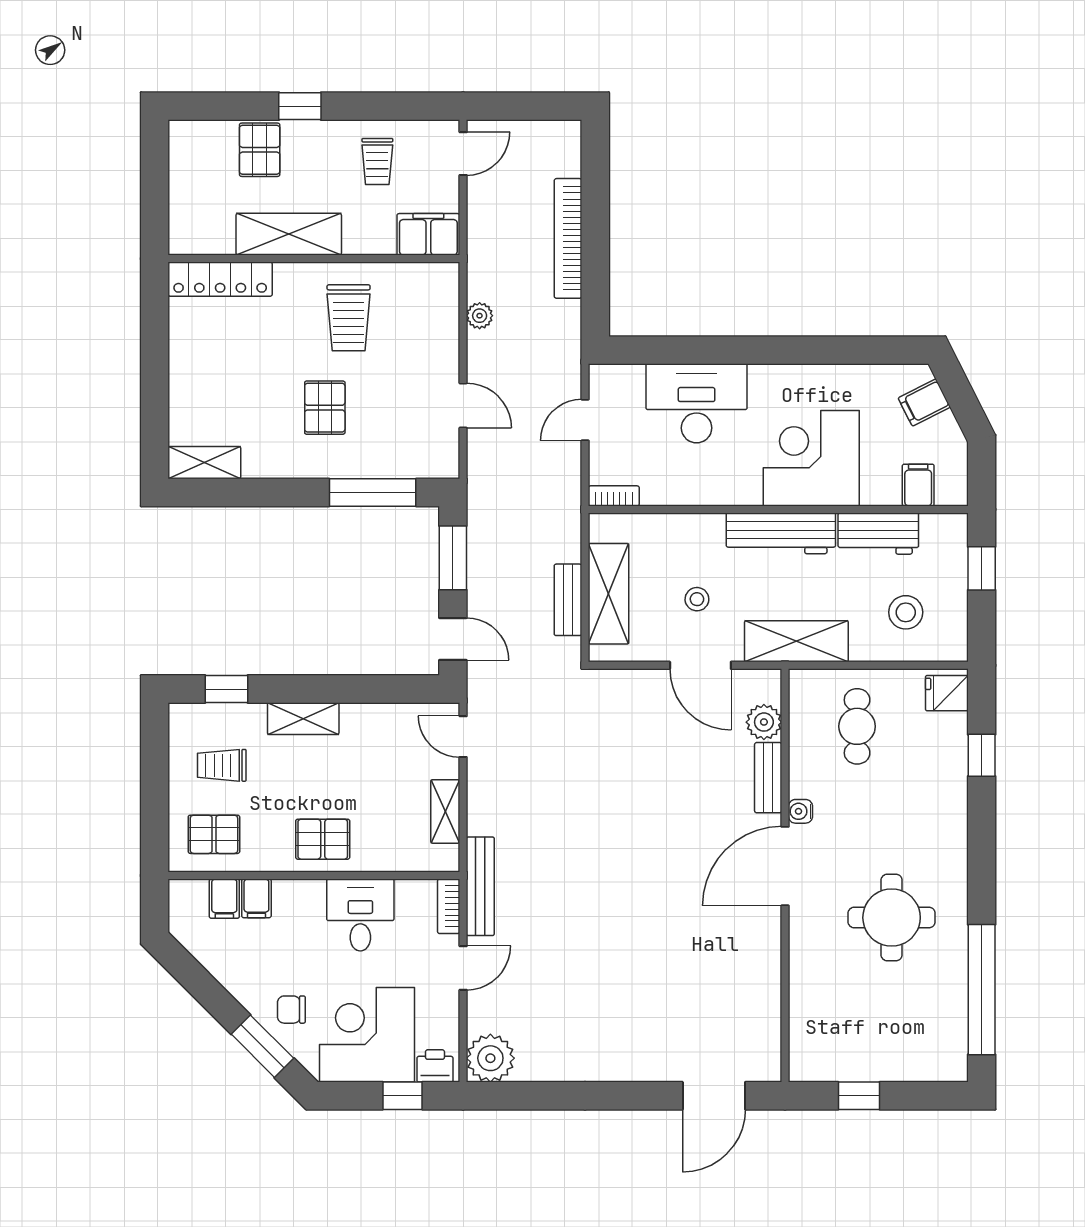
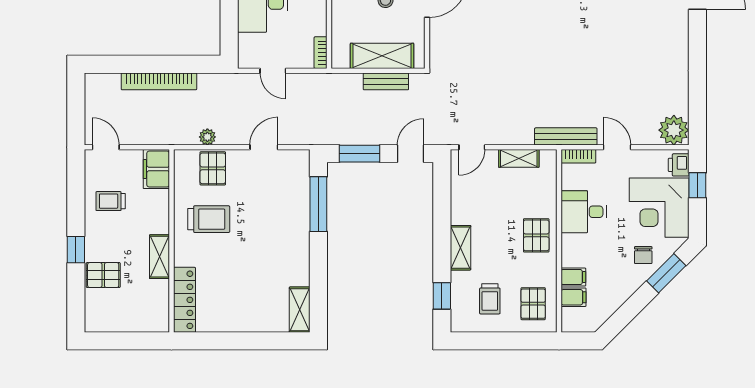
trolley: (377, 161) -> (111, 201), turned 180
shelving: (289, 234) -> (160, 257), width x0.67, depth x0.75
pallet: (325, 408) -> (213, 168), moved, turned 90

